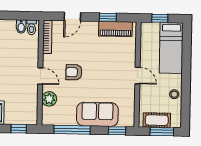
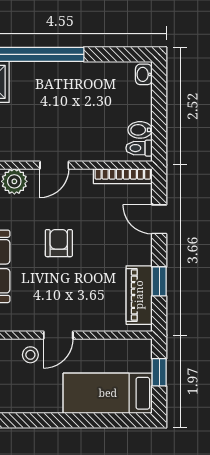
armchair: (74, 72) -> (59, 243), moved
stool: (174, 94) -> (30, 355), moved

